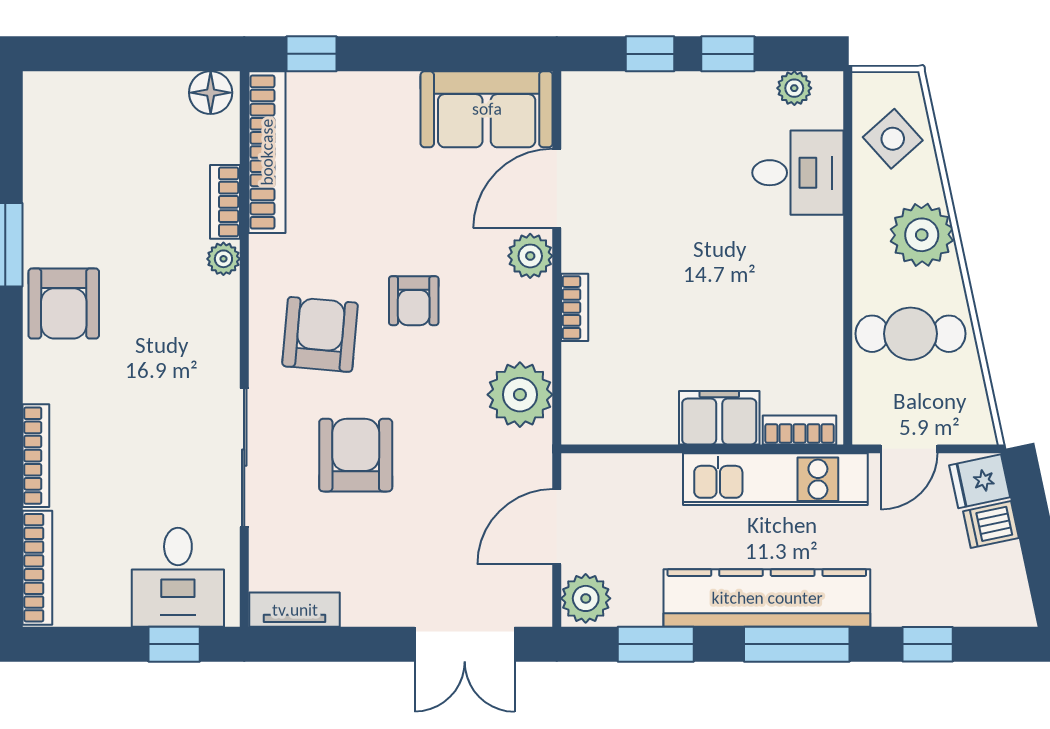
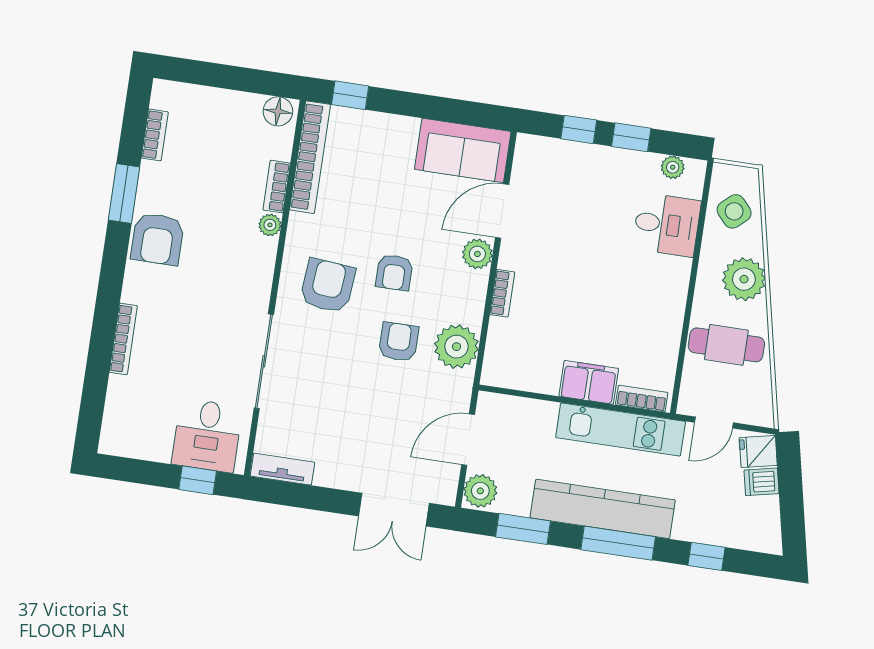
armchair: (356, 455) -> (399, 342), moved, width x0.72, depth x0.72
bookcase: (37, 568) -> (155, 135), moved, width x0.64

